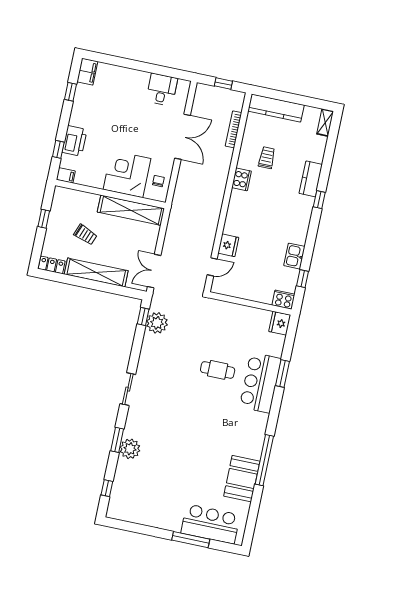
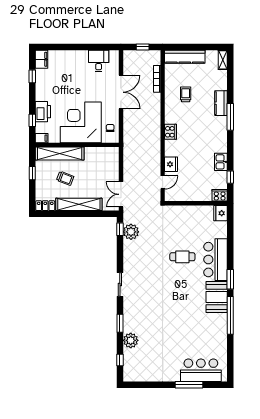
corner desk: (127, 174) -> (81, 122), width x1.36, depth x1.36
cooker: (242, 179) -> (171, 132), moved
window: (319, 200) -> (230, 117), width x2.17
shelving: (131, 210) -> (60, 154), moved
window: (283, 374) -> (230, 279), moved
plant: (130, 449) -> (131, 340), moved
booth: (242, 479) -> (217, 297), moved

